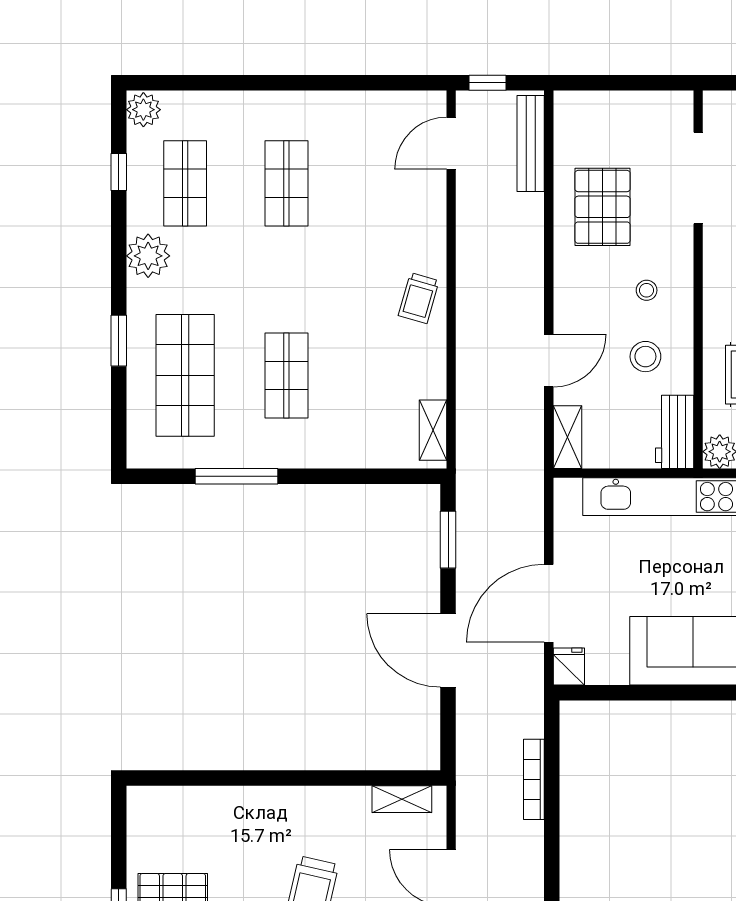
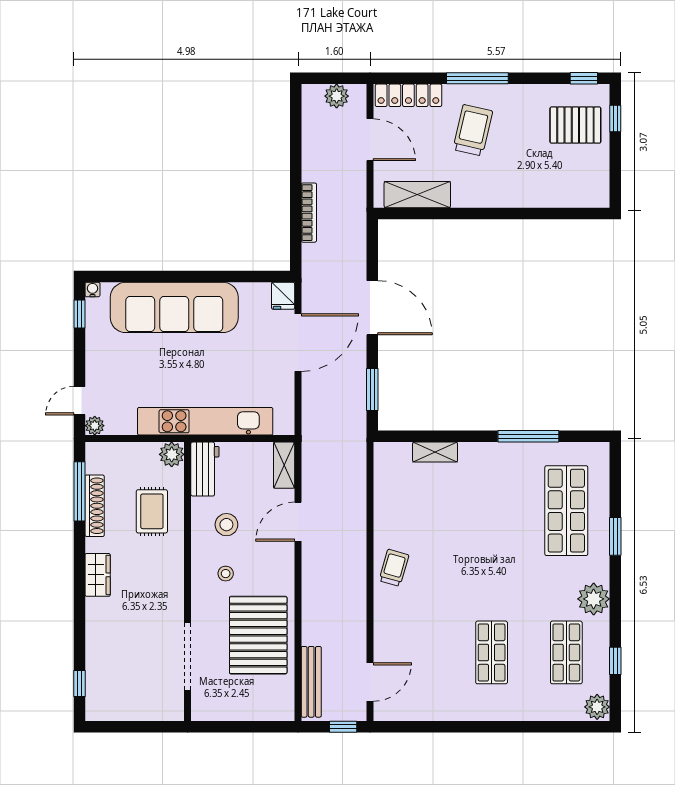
pallet: (602, 207) -> (258, 635), width x1.37, depth x1.41
shop shelf: (286, 375) -> (492, 511), removed
shelving: (433, 430) -> (435, 452), moved, turned 90
shelving: (402, 799) -> (417, 195), width x1.50, depth x1.33

